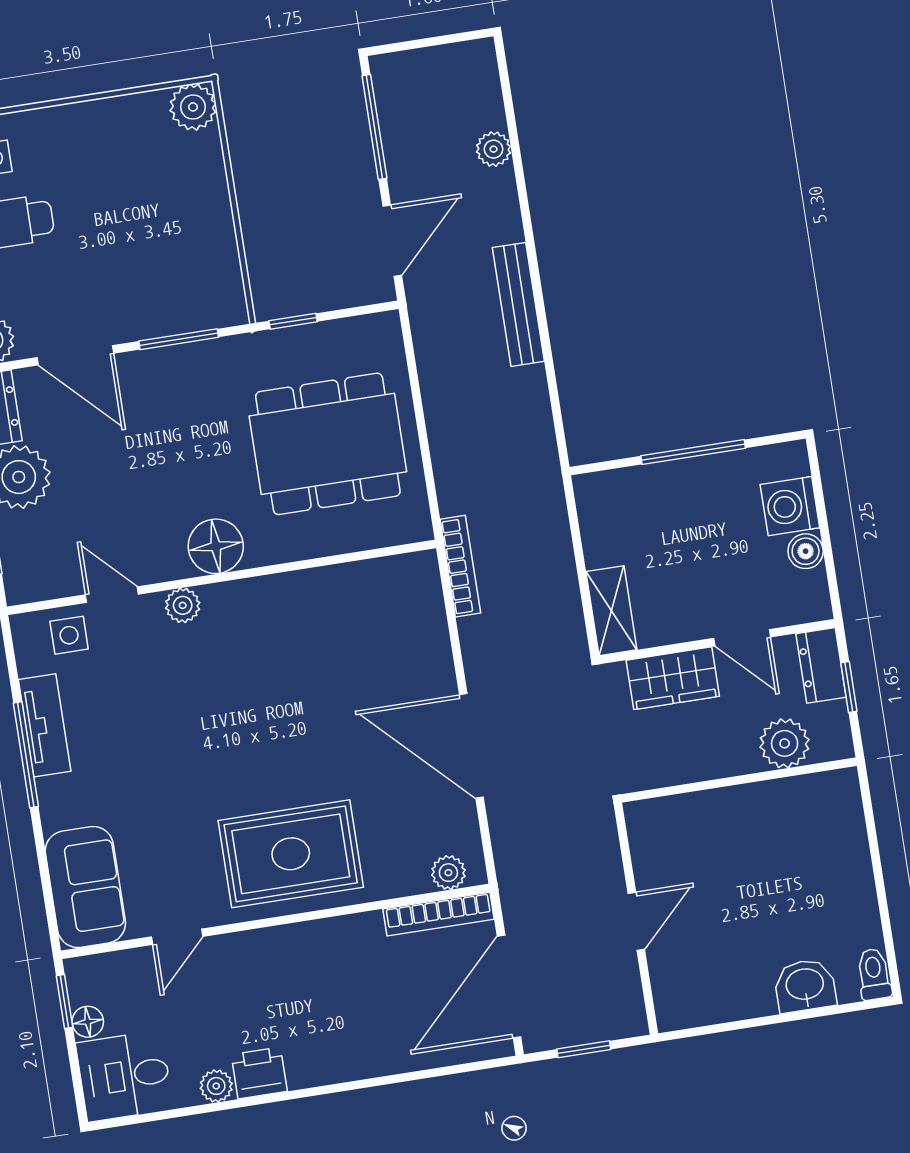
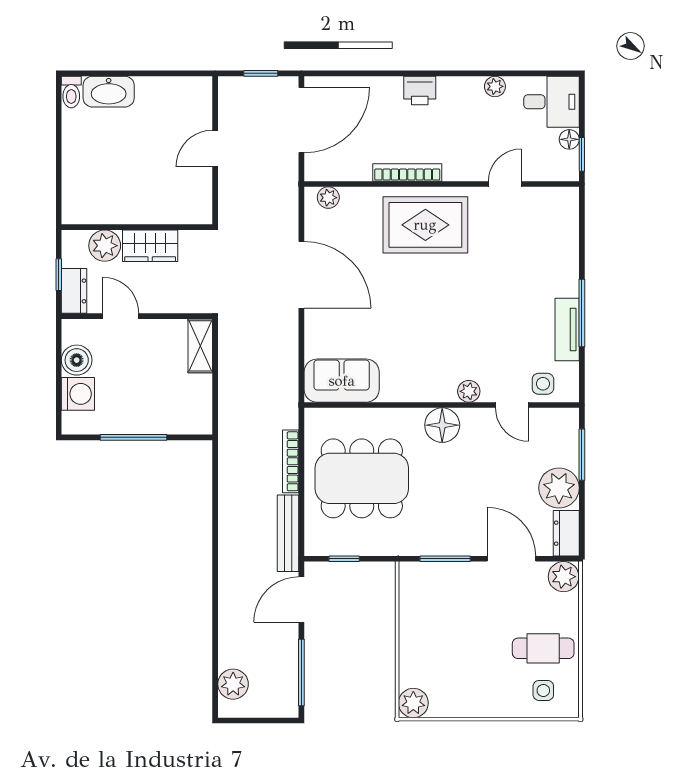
plant: (494, 149) -> (233, 684), moved, width x1.38, depth x1.38
bench: (518, 304) -> (288, 533), moved
window: (293, 321) -> (344, 559), moved
boiler: (806, 551) -> (77, 360), width x1.36, depth x1.36
bookcase: (460, 566) -> (291, 461), moved
wardrobe: (673, 678) -> (150, 246), moved, turned 180
sofa: (85, 887) -> (342, 381), moved, turned 90
bookcase: (439, 914) -> (407, 172), moved
washbasin: (805, 986) -> (109, 92), width x1.38
printer: (259, 1073) -> (420, 90), moved

